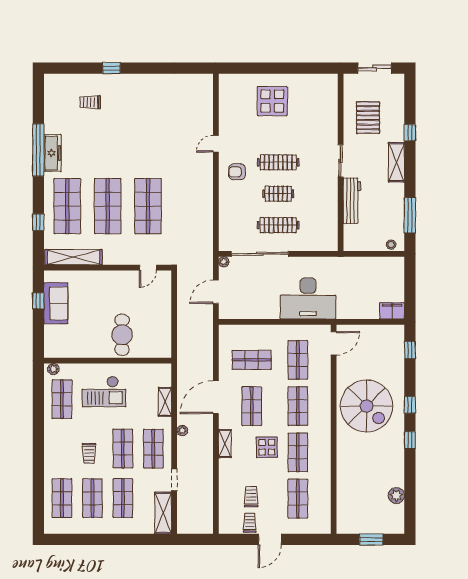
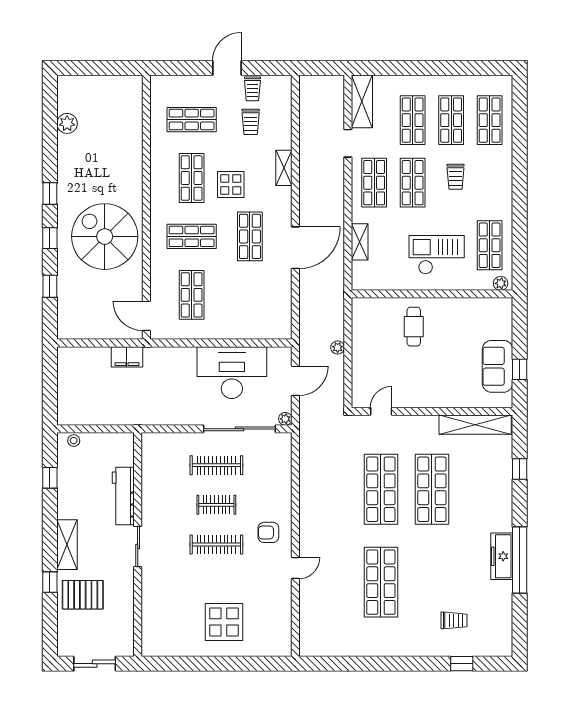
window: (111, 68) -> (462, 664), moved
pallet: (368, 118) -> (83, 595), moved, turned 90
armchair: (237, 172) -> (268, 532), turned 180
shop shelf: (67, 206) -> (381, 582), moved
window: (410, 215) -> (50, 478), width x0.46
desk: (308, 298) -> (232, 373), moved
filing cabinet: (392, 311) -> (127, 357), moved
cafe table: (122, 335) -> (414, 327), width x0.73, depth x0.74
door: (334, 343) -> (146, 316), hinge flipped
window: (410, 350) -> (50, 286), moved
shop shelf: (252, 360) -> (250, 295), removed
shop shelf: (298, 406) -> (192, 236), turned 90
plant: (182, 430) -> (338, 348), moved
shelving: (225, 444) -> (284, 168), moved
trolley: (89, 453) -> (455, 177), turned 180
shop shelf: (298, 499) -> (192, 120), turned 90
window: (371, 539) -> (99, 68), removed

